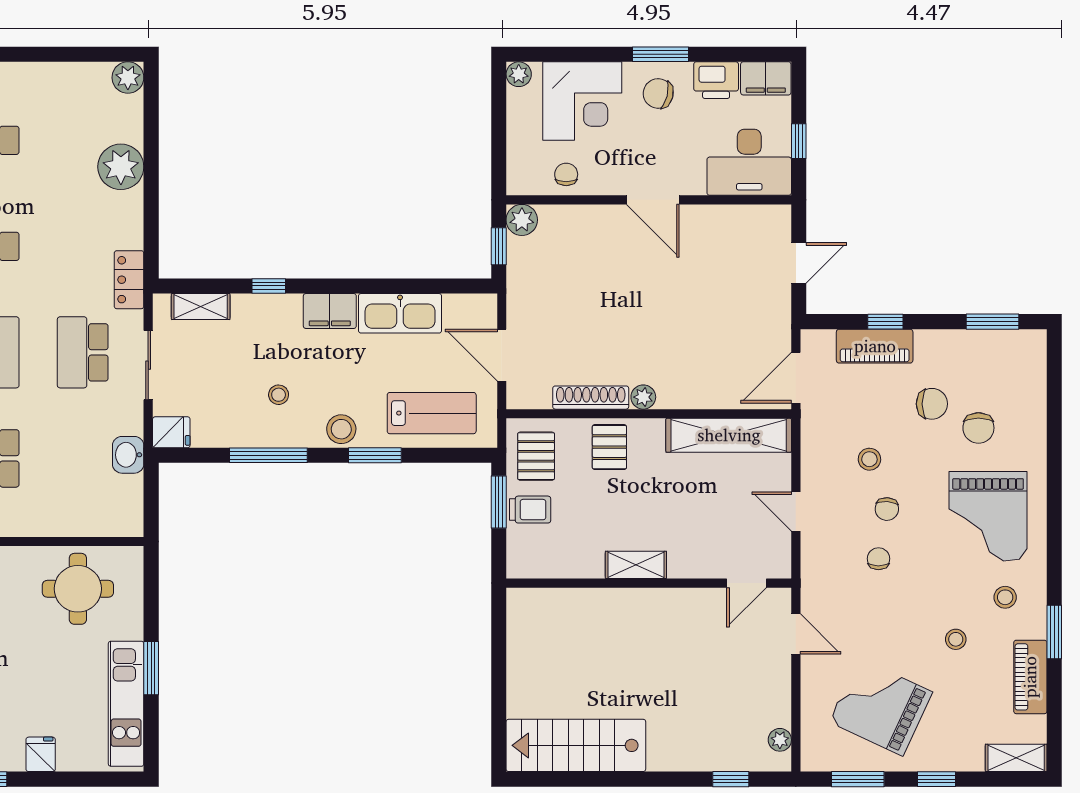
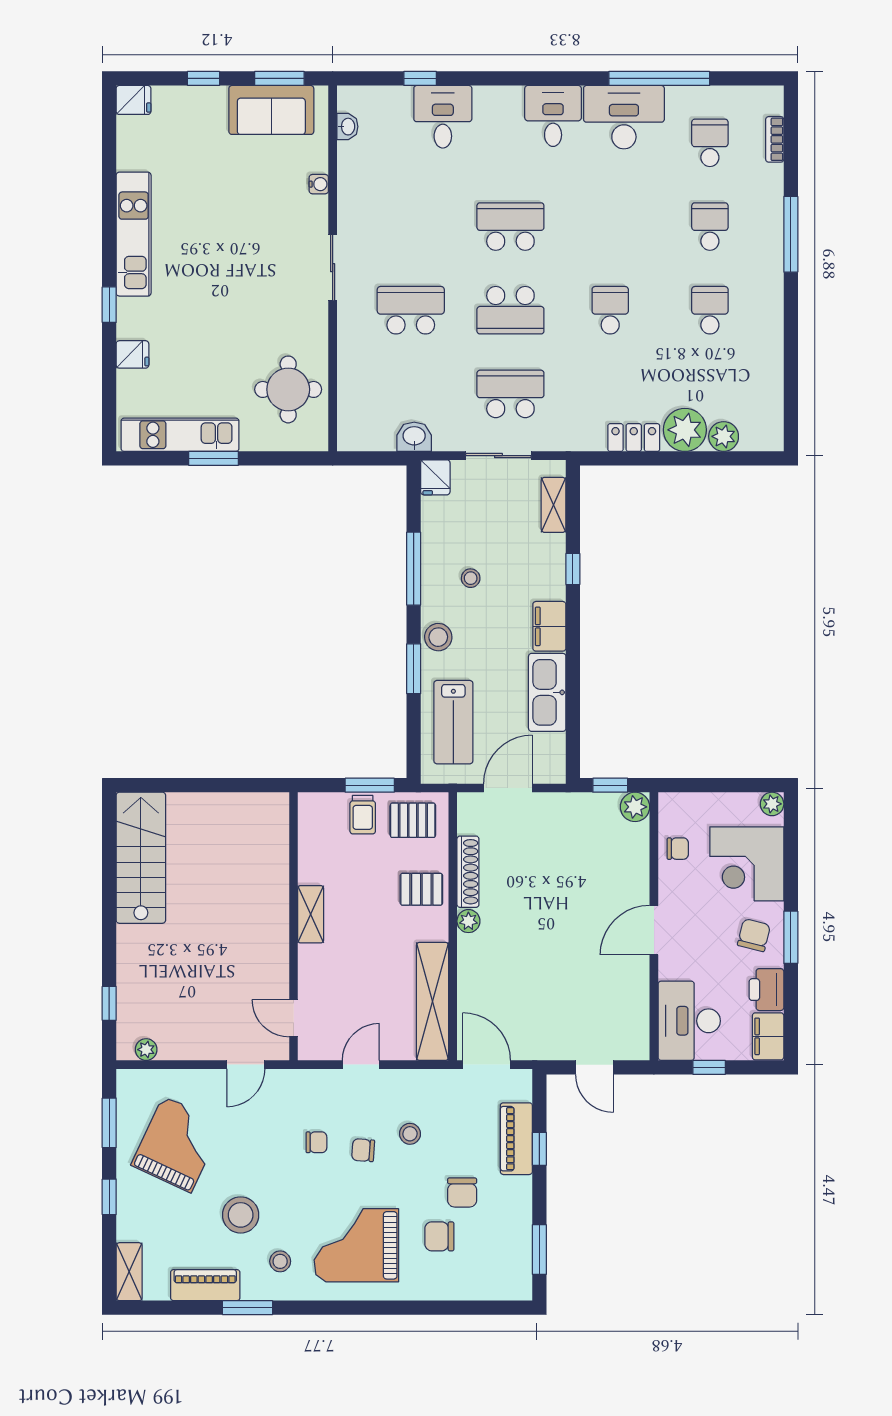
plant: (128, 78) -> (724, 436), moved
locker: (129, 280) -> (634, 438), moved
stool: (956, 639) -> (241, 1215), width x1.89, depth x1.89

